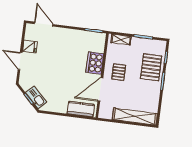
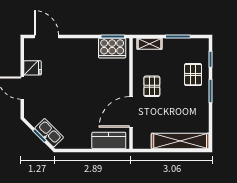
cooker: (95, 63) -> (112, 48), moved, turned -90
pallet: (151, 67) -> (193, 75), width x0.67, depth x0.71

